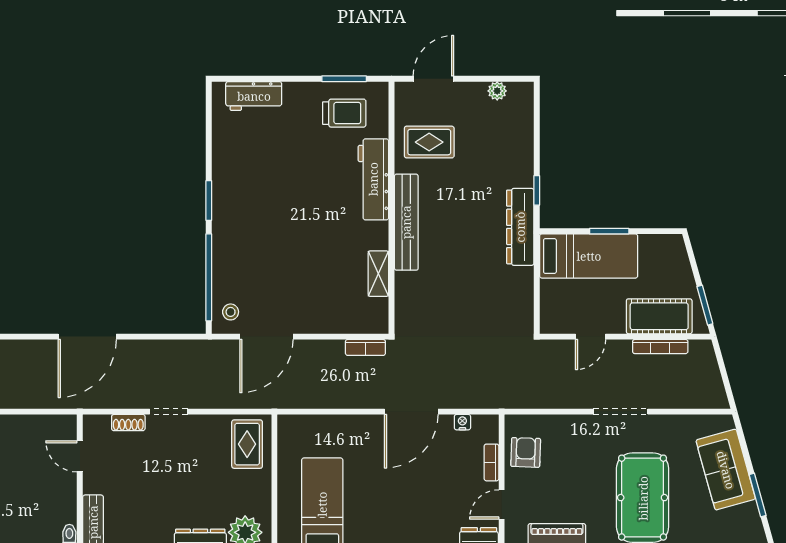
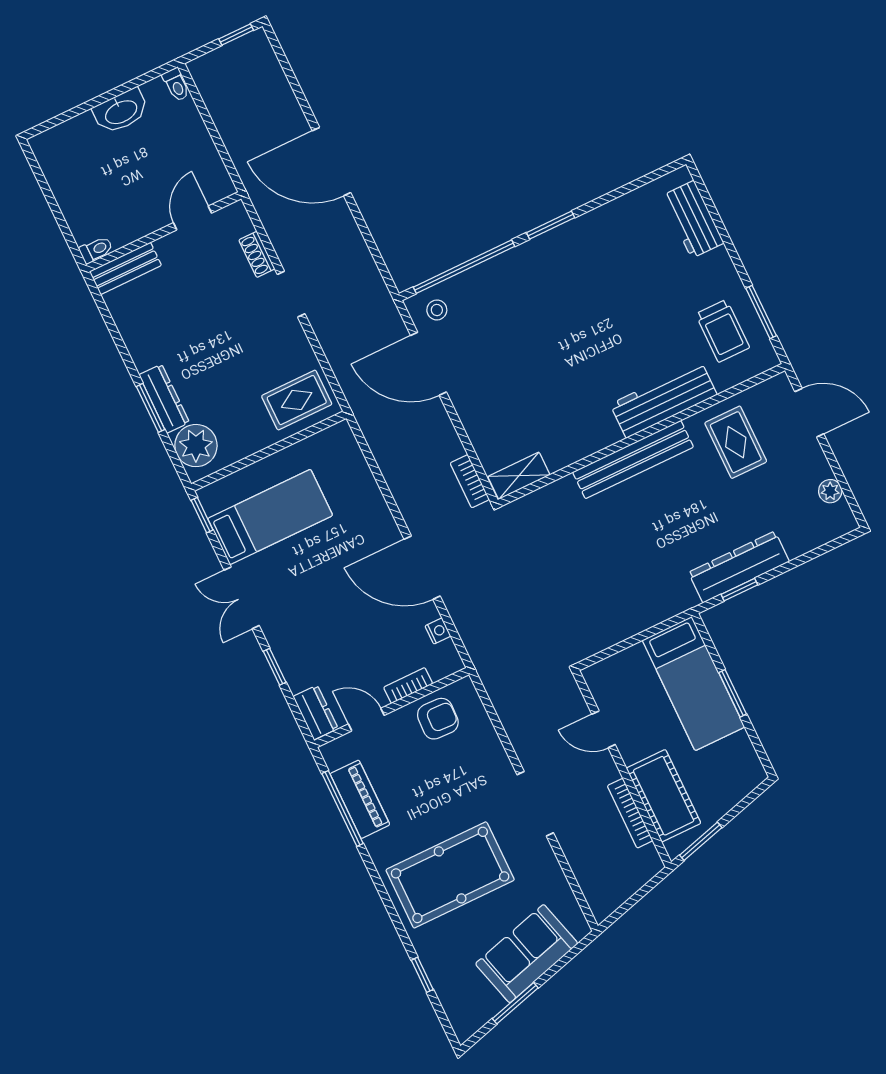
dresser: (520, 227) -> (739, 567), moved
shelving: (378, 274) -> (519, 476), moved

